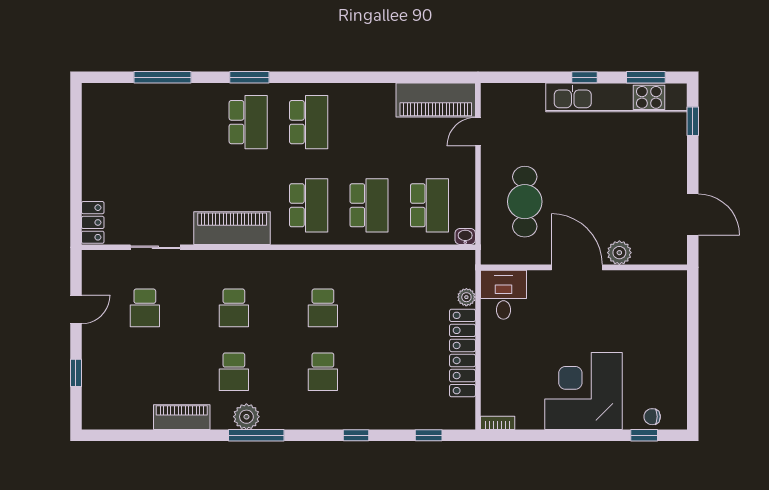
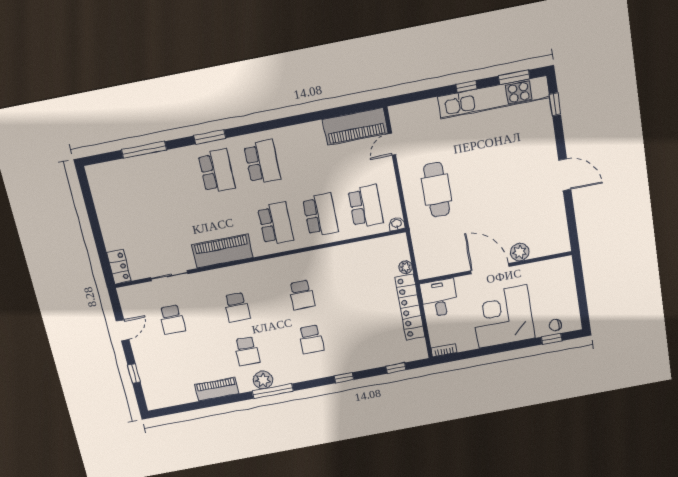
plant: (619, 253) -> (520, 252), moved
door: (577, 267) -> (490, 269), moved
wall: (584, 267) -> (495, 268), moved
desk: (503, 295) -> (439, 298), moved

